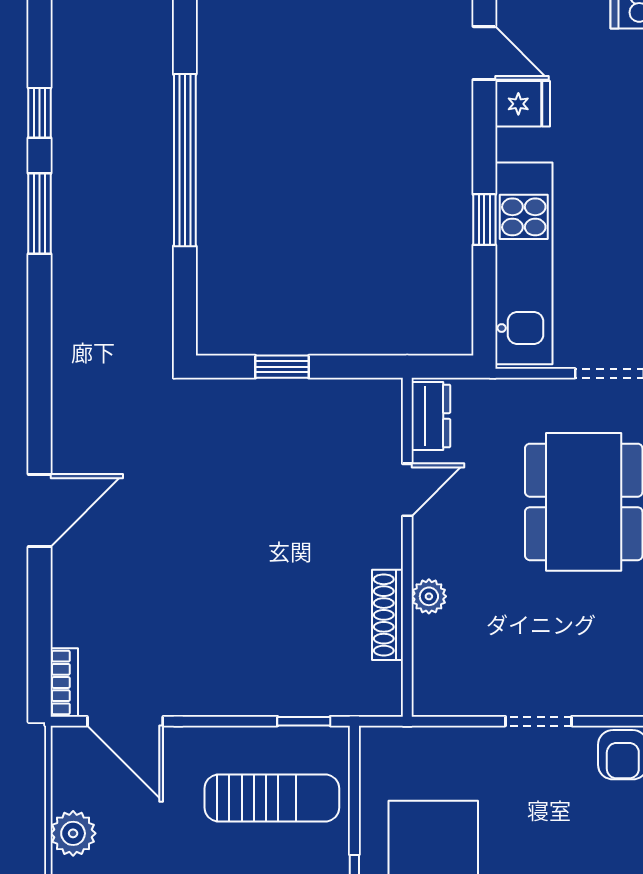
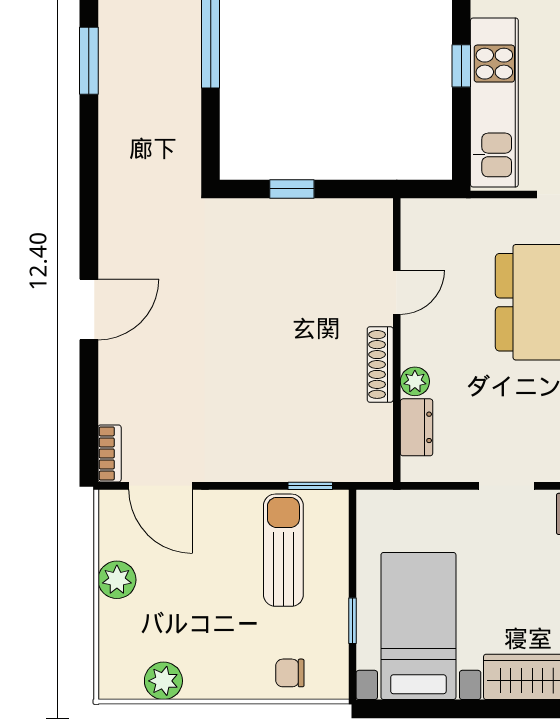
dresser: (431, 416) -> (417, 427), moved
shoe rack: (387, 615) -> (380, 364), moved
sun lounger: (272, 798) -> (283, 550), turned -90

